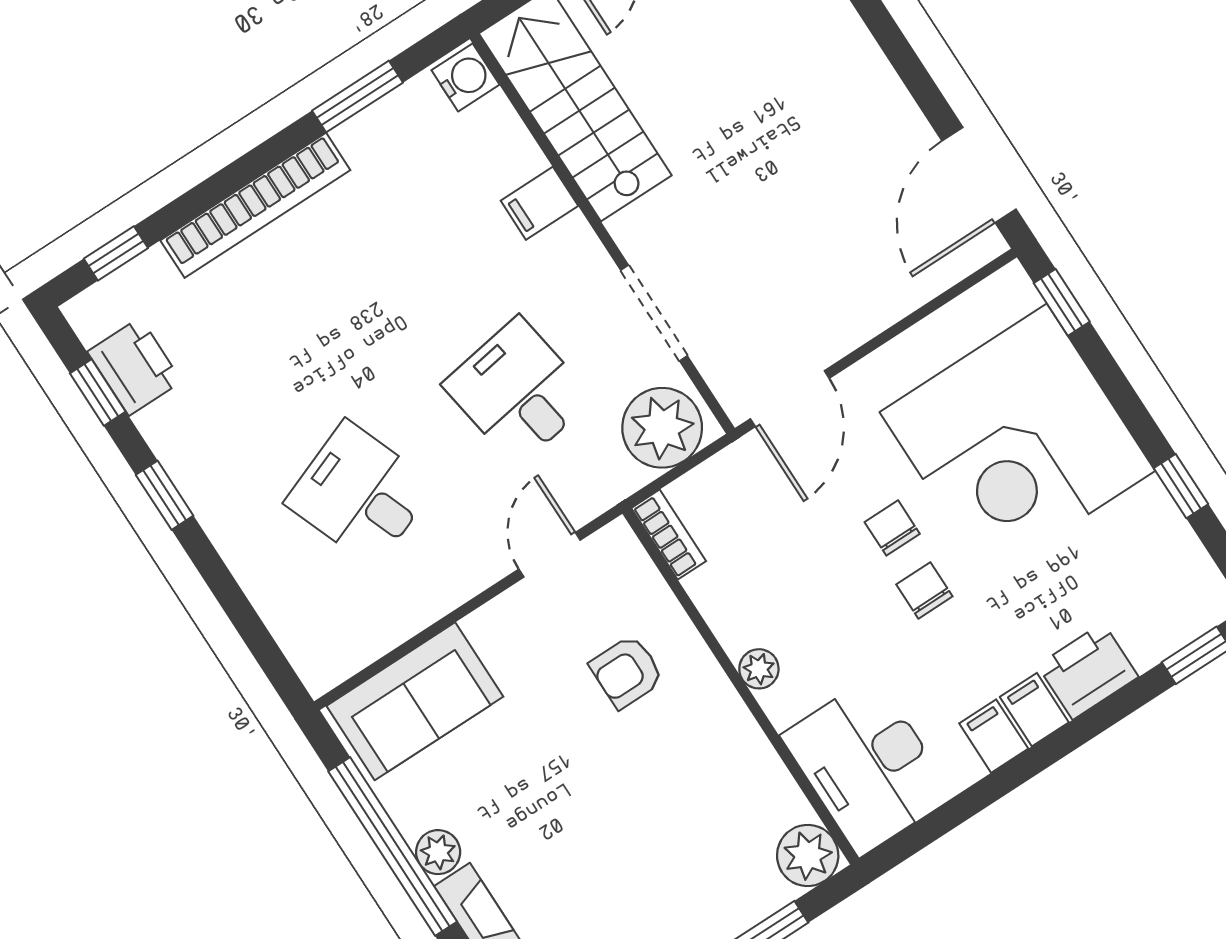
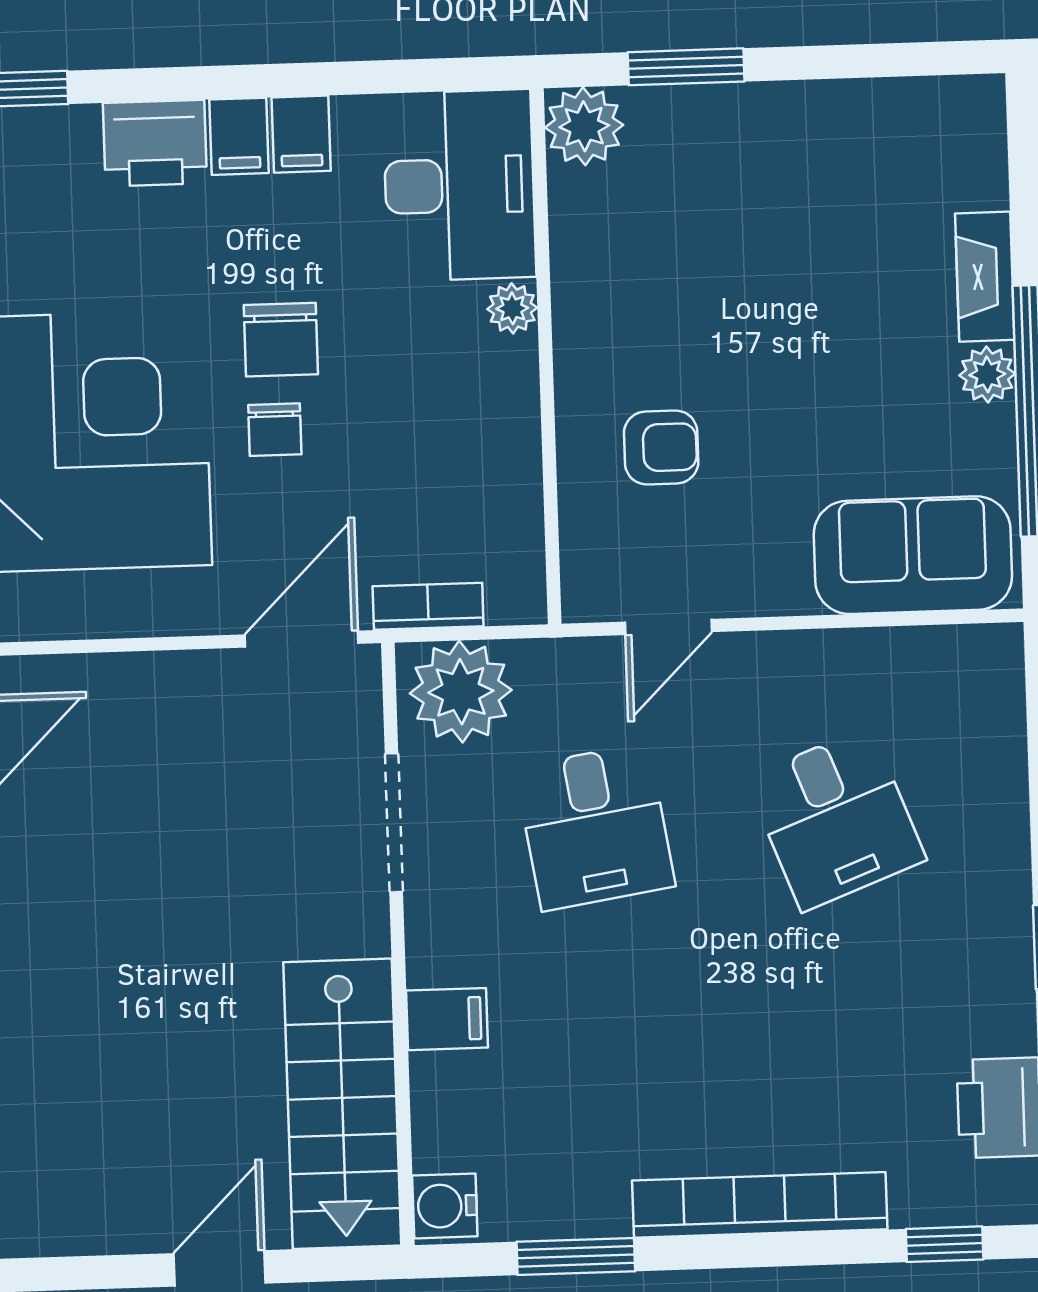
bookcase: (669, 535) -> (428, 606), moved, turned 90
chair: (924, 590) -> (281, 340), width x1.37, depth x1.37
plant: (759, 669) -> (512, 308), moved

